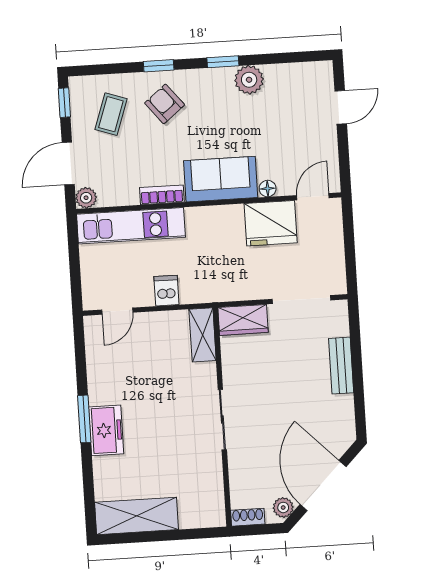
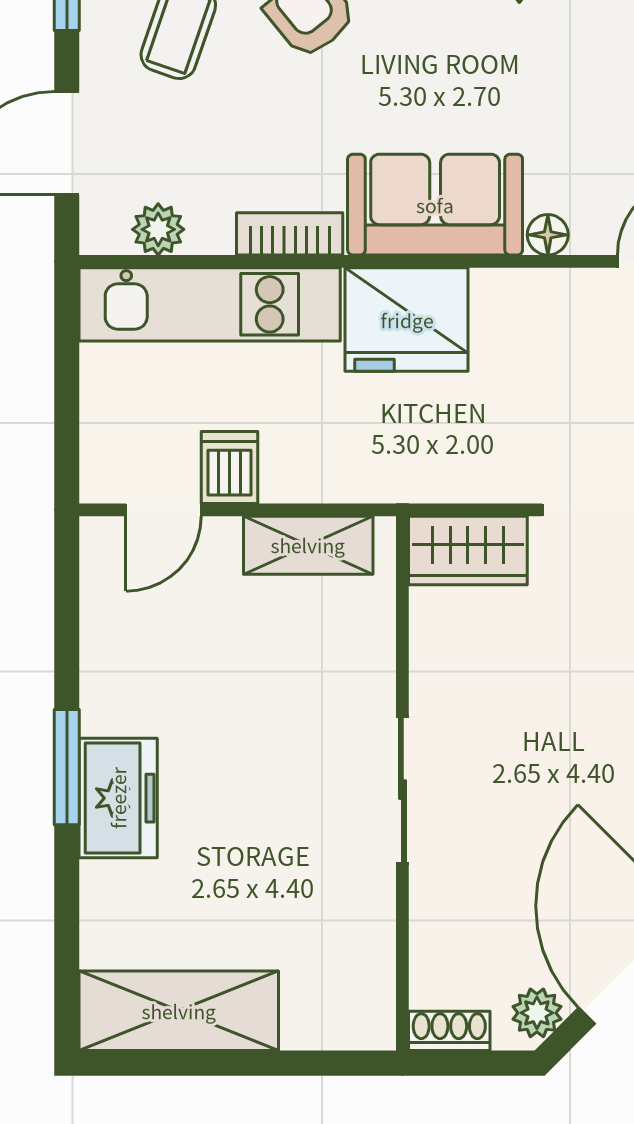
plant: (86, 198) -> (158, 229), moved
fridge: (271, 223) -> (407, 320), moved
dishwasher: (166, 291) -> (230, 468), moved
shelving: (203, 335) -> (308, 545), moved, turned 90

